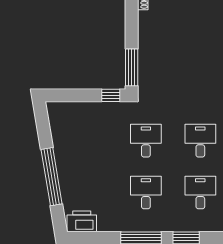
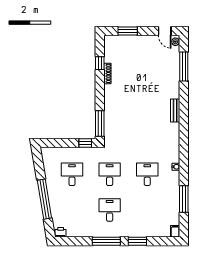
desk: (200, 193) -> (72, 174), moved
printer: (82, 221) -> (61, 232), width x0.53, depth x0.68

